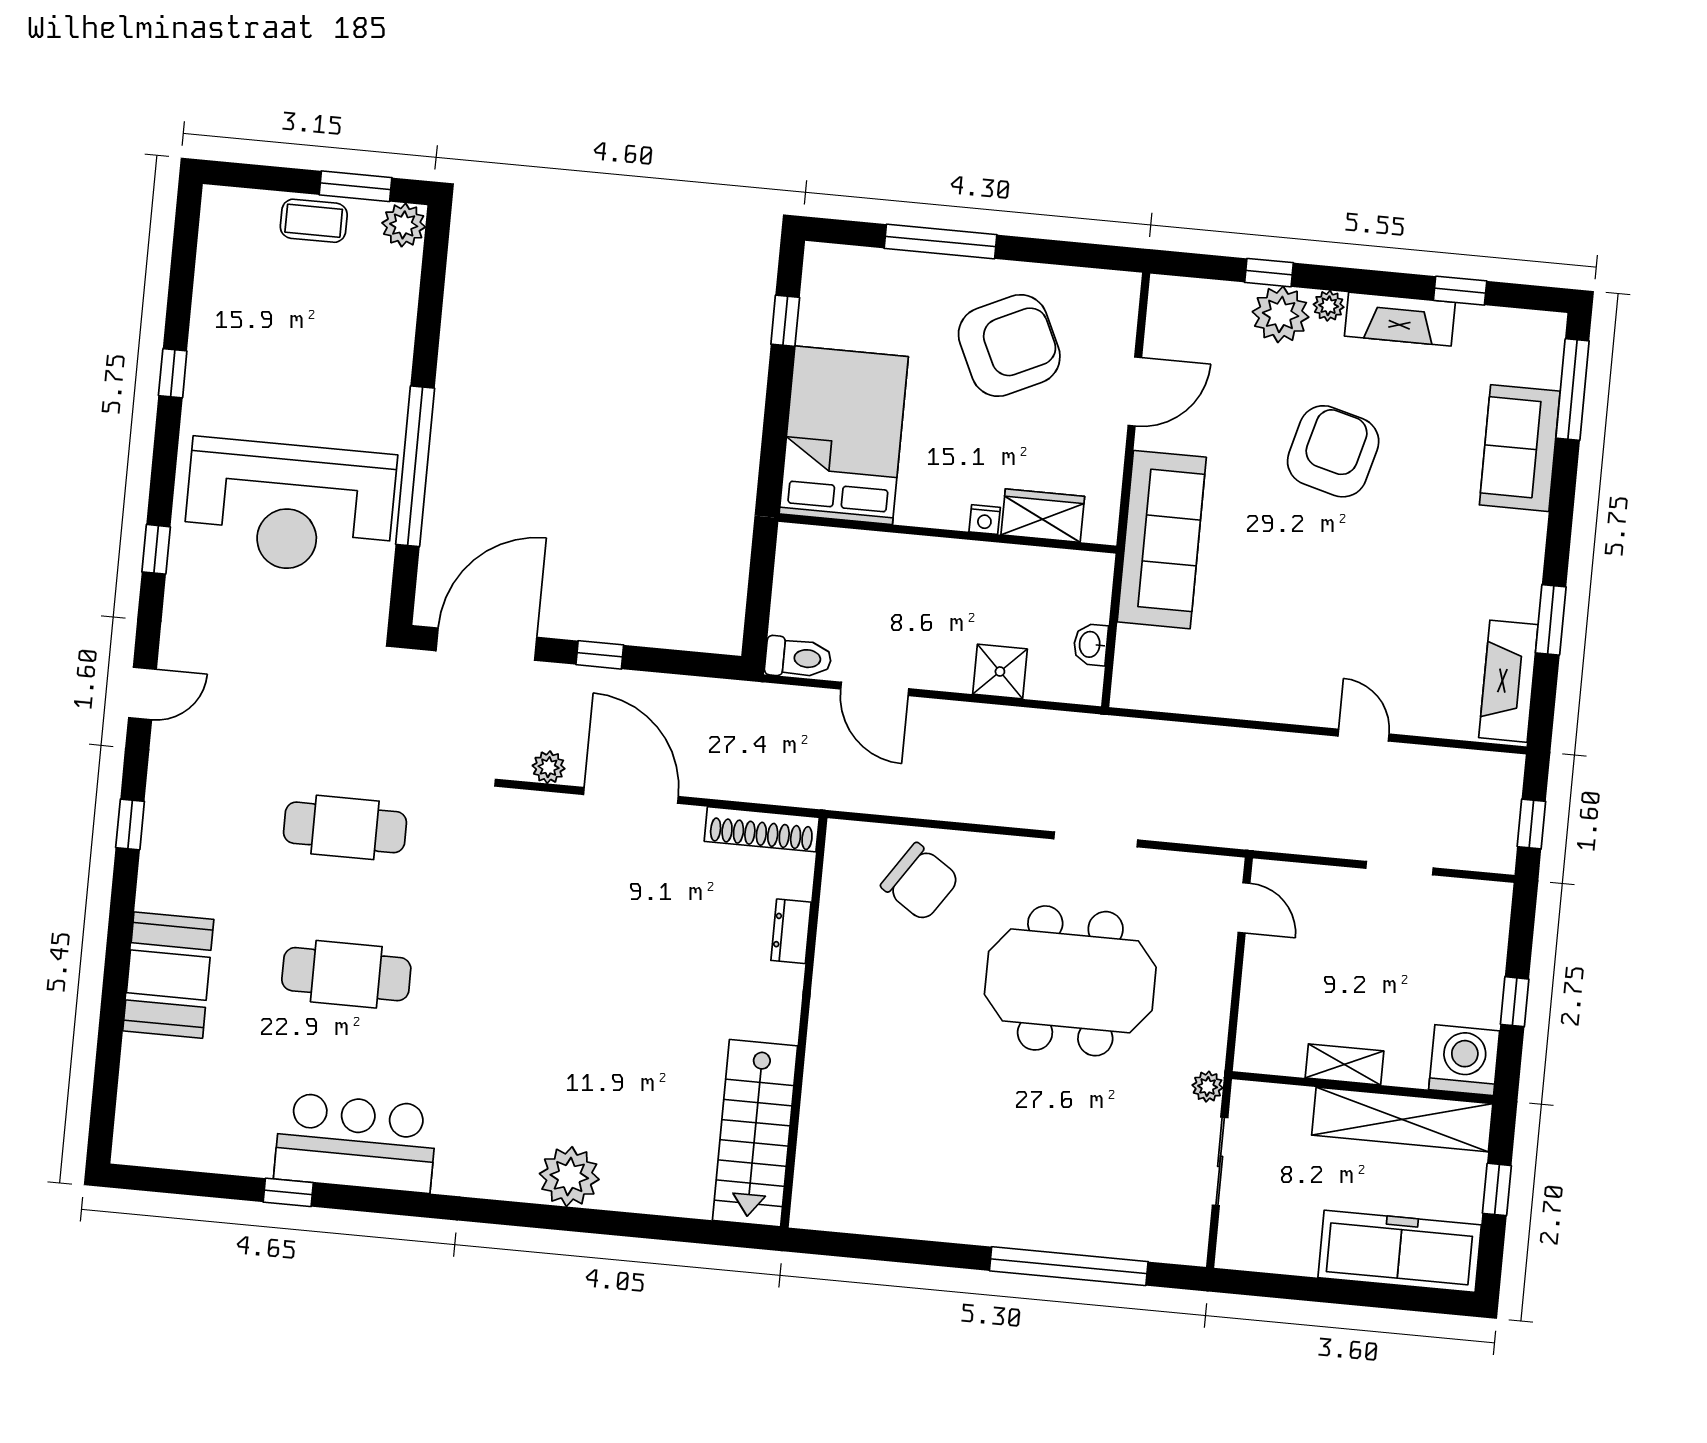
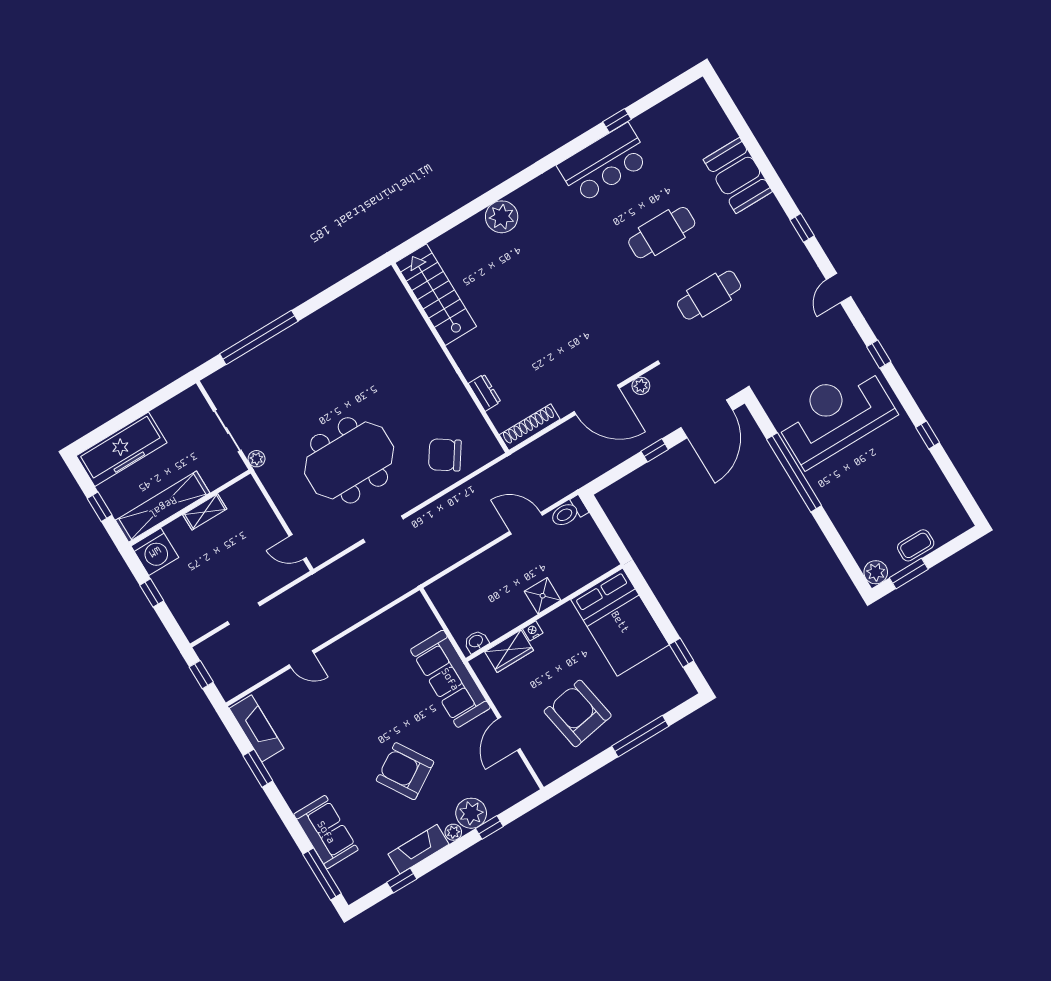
armchair: (1009, 345) -> (578, 713), turned 105
armchair: (1333, 451) -> (405, 771), turned 133
washbasin: (1091, 644) -> (476, 641), moved, turned -90
shower: (1000, 672) -> (543, 596), moved

